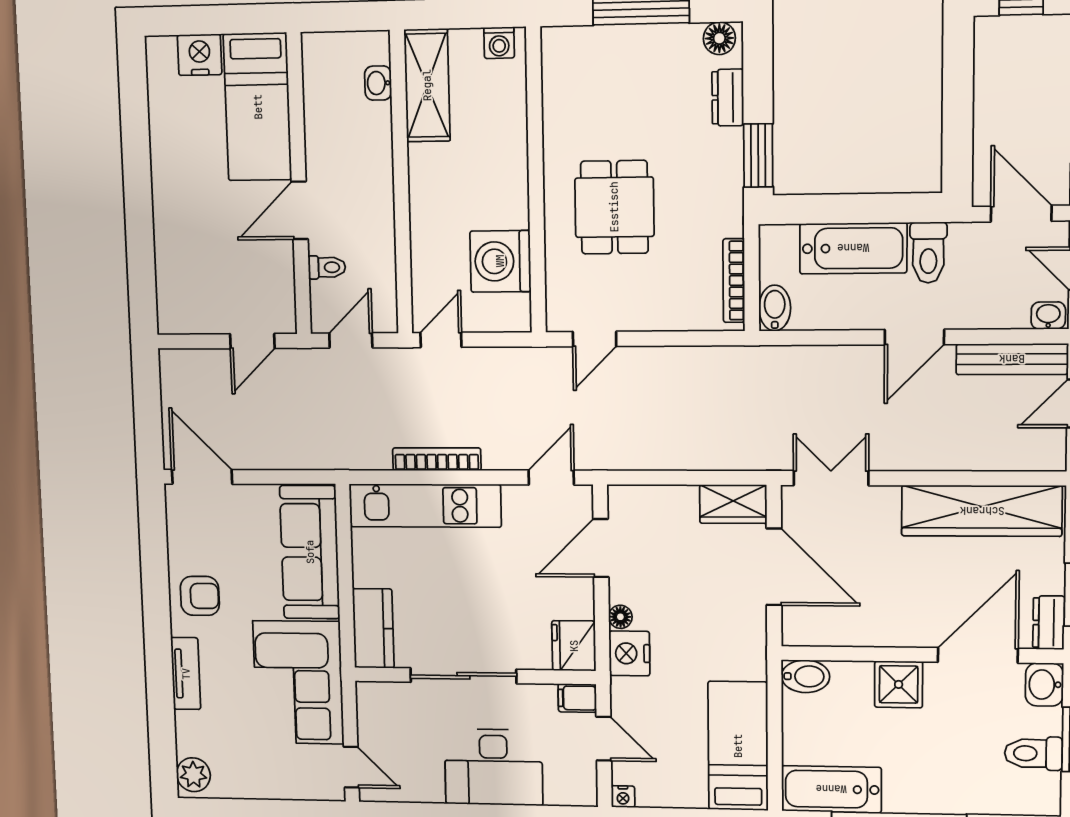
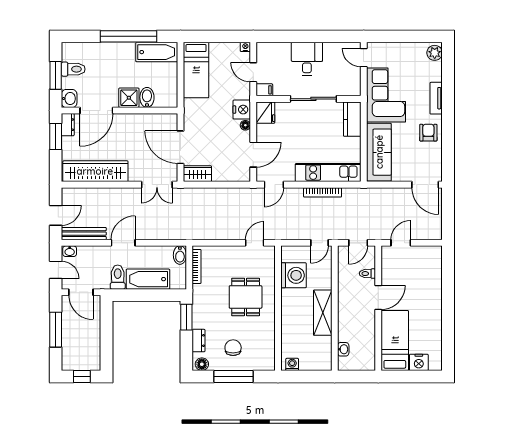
chair: (643, 81) -> (233, 348), added
shelving: (427, 85) -> (323, 313), moved
armchair: (200, 596) -> (428, 133), turned 90
bidet: (805, 676) -> (147, 97), moved, turned 90
desk: (494, 767) -> (307, 59), width x0.73

